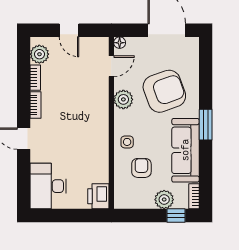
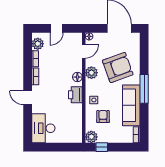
door: (69, 30) -> (57, 28), hinge flipped
floor lamp: (101, 106) -> (77, 77), added
window: (206, 125) -> (144, 89), width x1.44
printer: (98, 196) -> (75, 95), moved
plant: (164, 200) -> (91, 137), moved
window: (176, 216) -> (102, 147), moved

